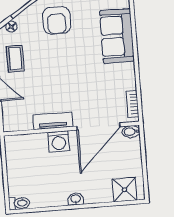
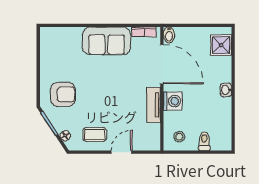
sofa: (117, 36) -> (107, 41), moved
stool: (20, 152) -> (179, 137), added
toilet: (19, 203) -> (204, 141), moved

